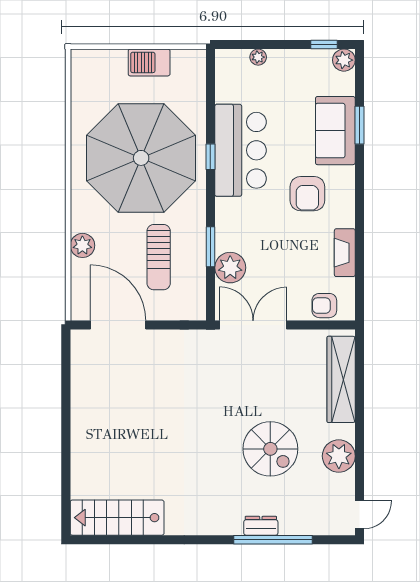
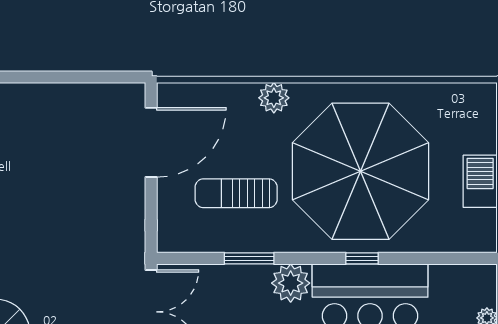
plant: (82, 245) -> (274, 98), moved
plant: (230, 268) -> (291, 283), moved

